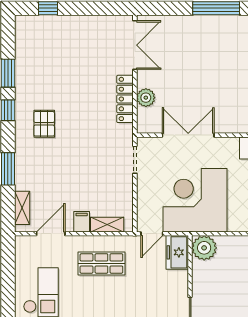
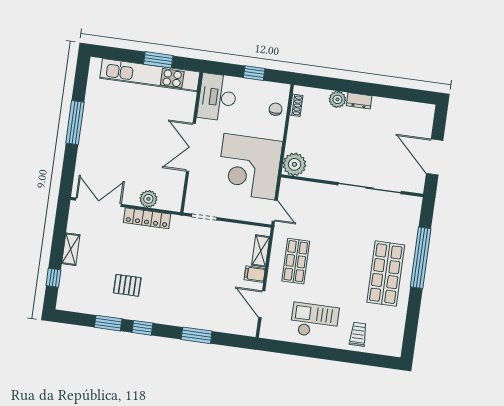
pallet: (44, 124) -> (127, 285), moved
double door: (188, 135) -> (191, 147), moved
shelving: (22, 208) -> (71, 249), moved, turned 90
freezer: (177, 252) -> (295, 190), removed

